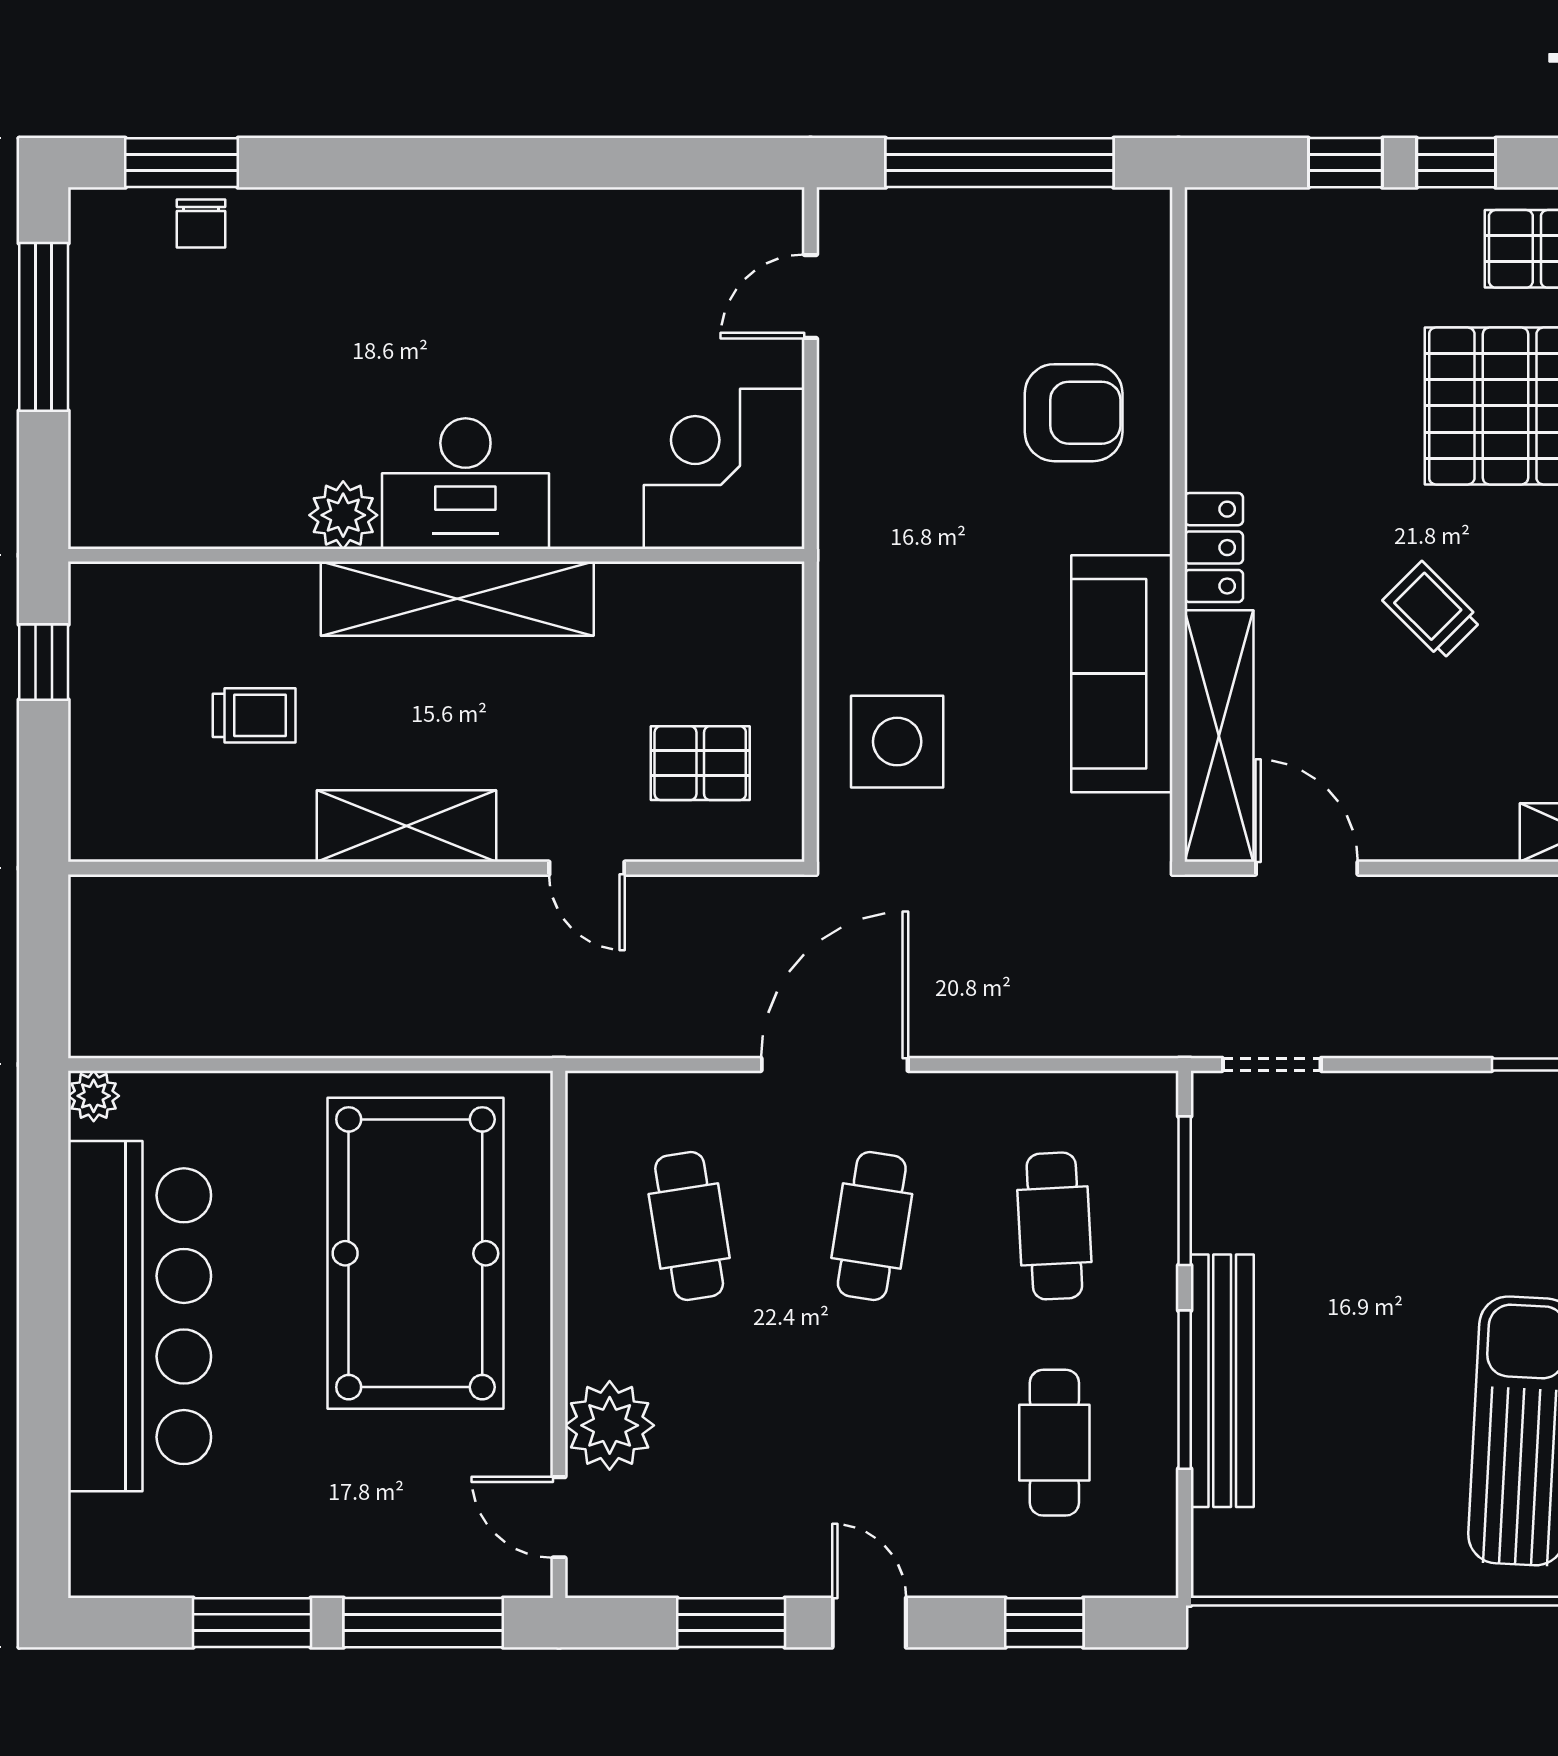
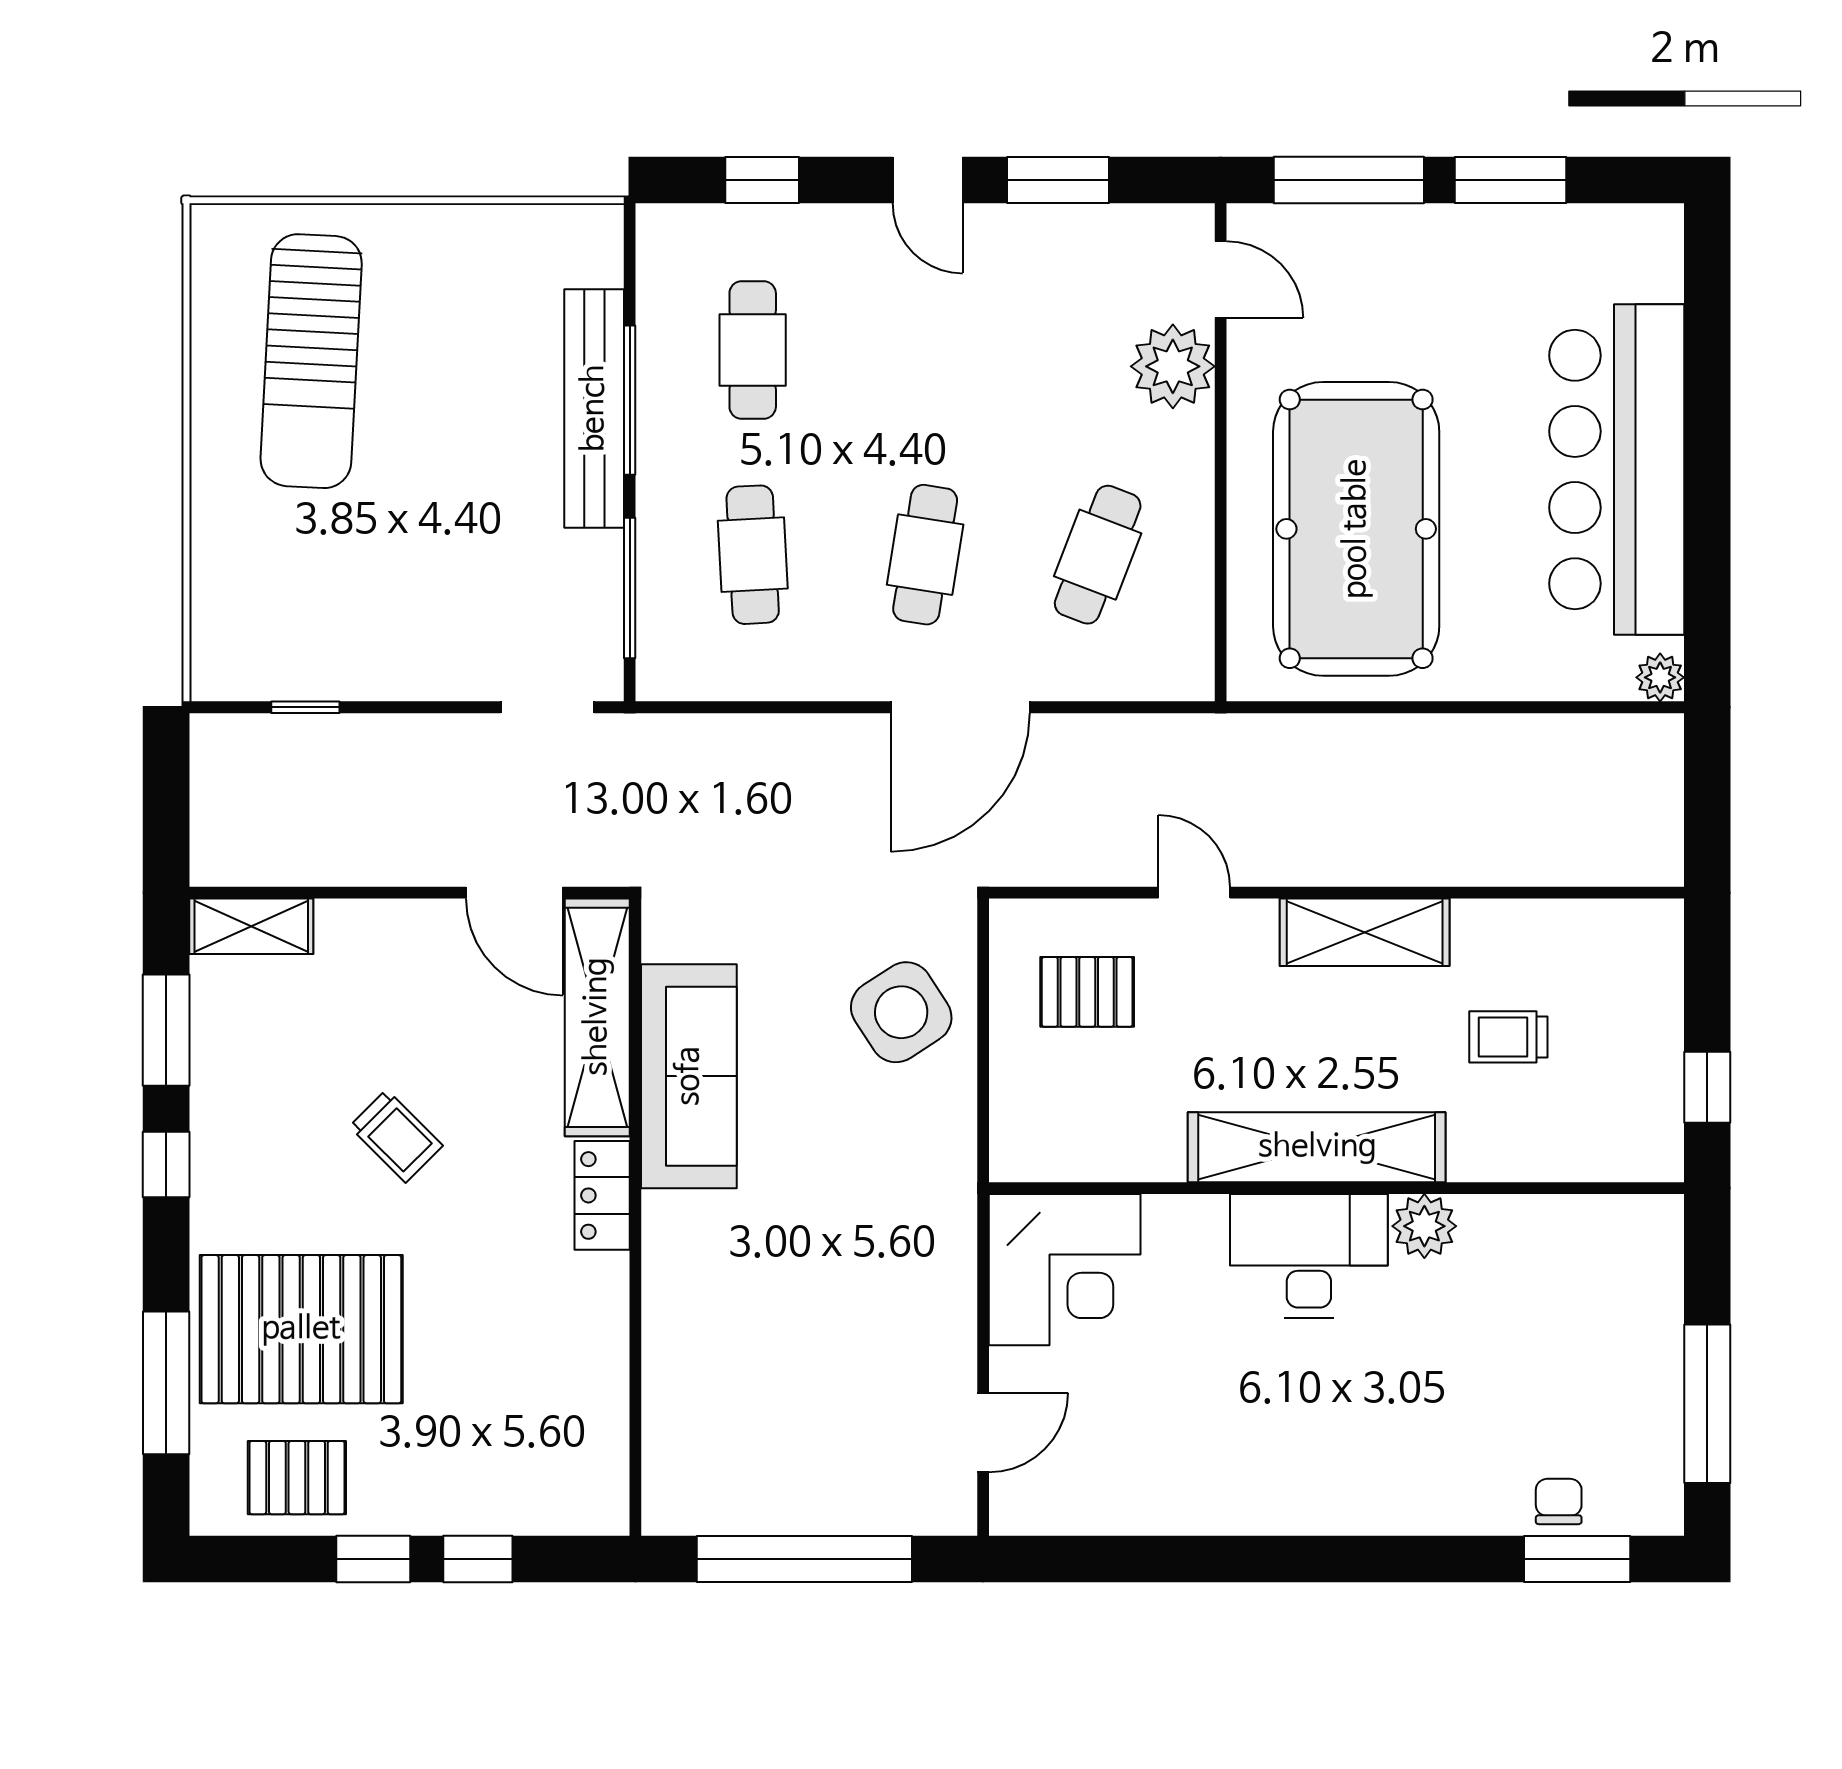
armchair: (1074, 413) -> (734, 1323), removed
side table: (897, 742) -> (901, 1012), turned -33
cafe table: (689, 1226) -> (1098, 555), turned 30

